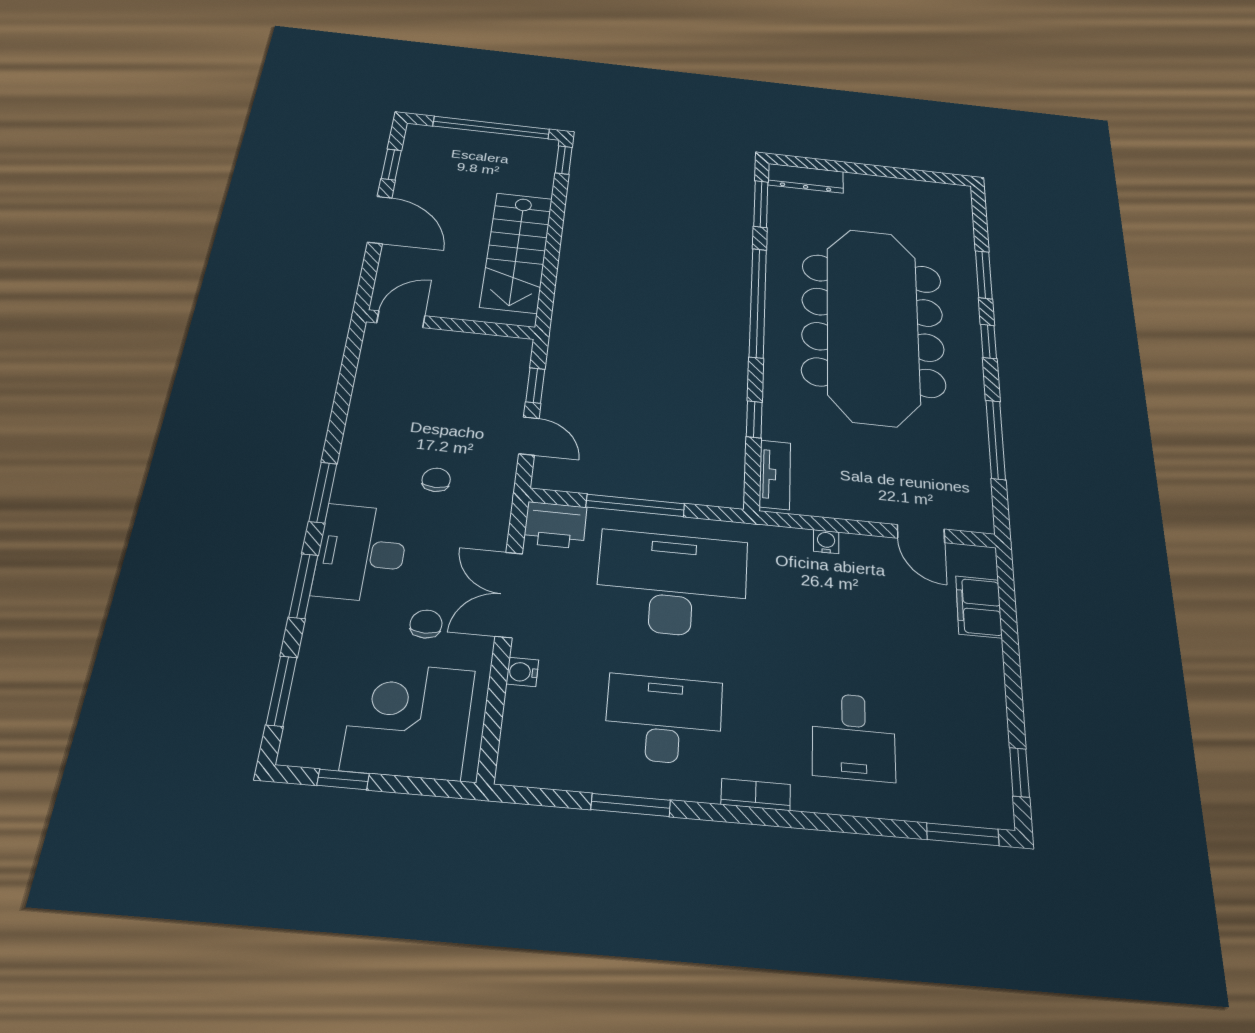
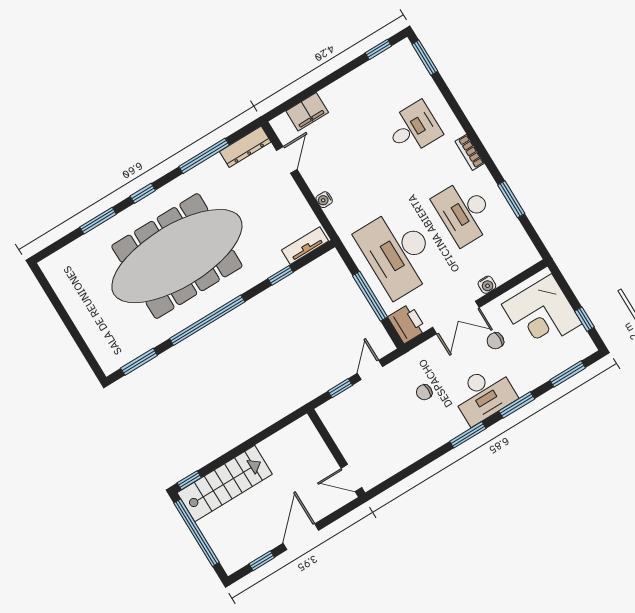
dresser: (806, 178) -> (245, 147), moved, turned 90
stairs: (517, 252) -> (225, 484), moved

